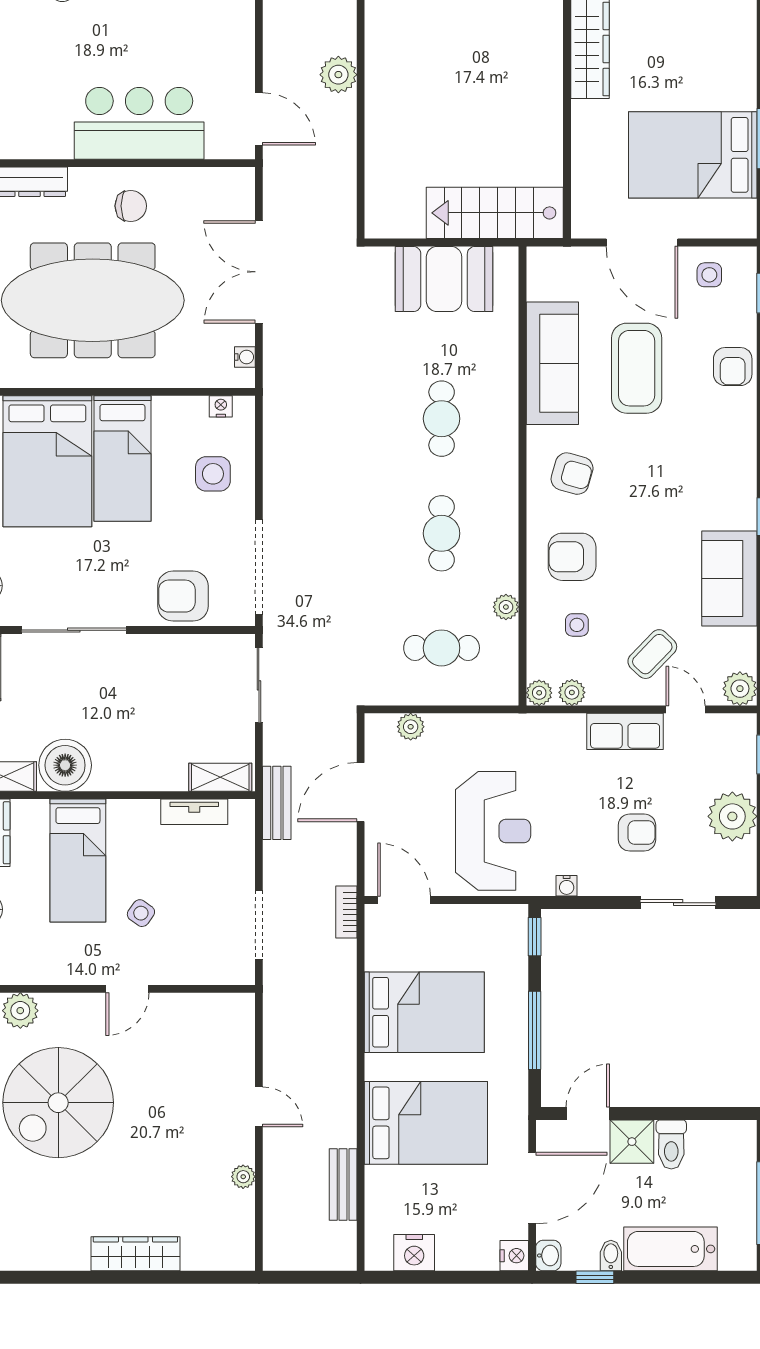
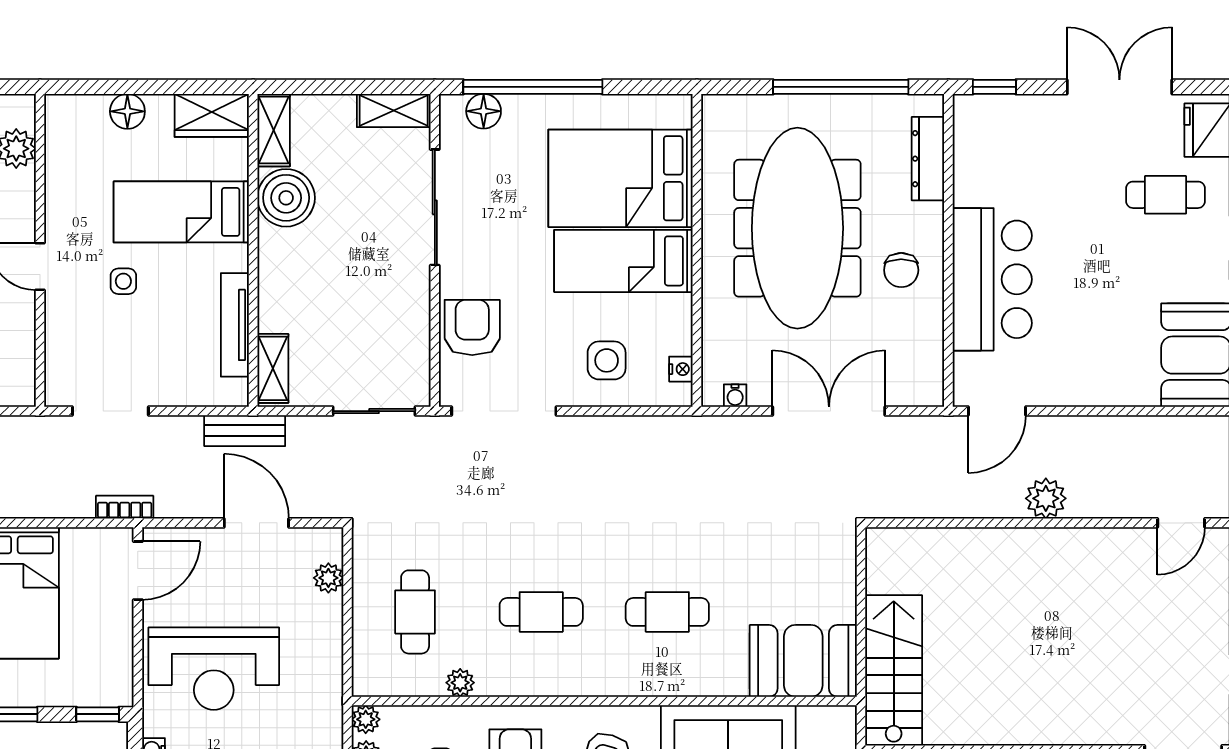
booth: (444, 279) -> (803, 661), moved, turned 90
tv unit: (194, 812) -> (235, 325), width x1.41
side table: (141, 913) -> (123, 281), turned -35

